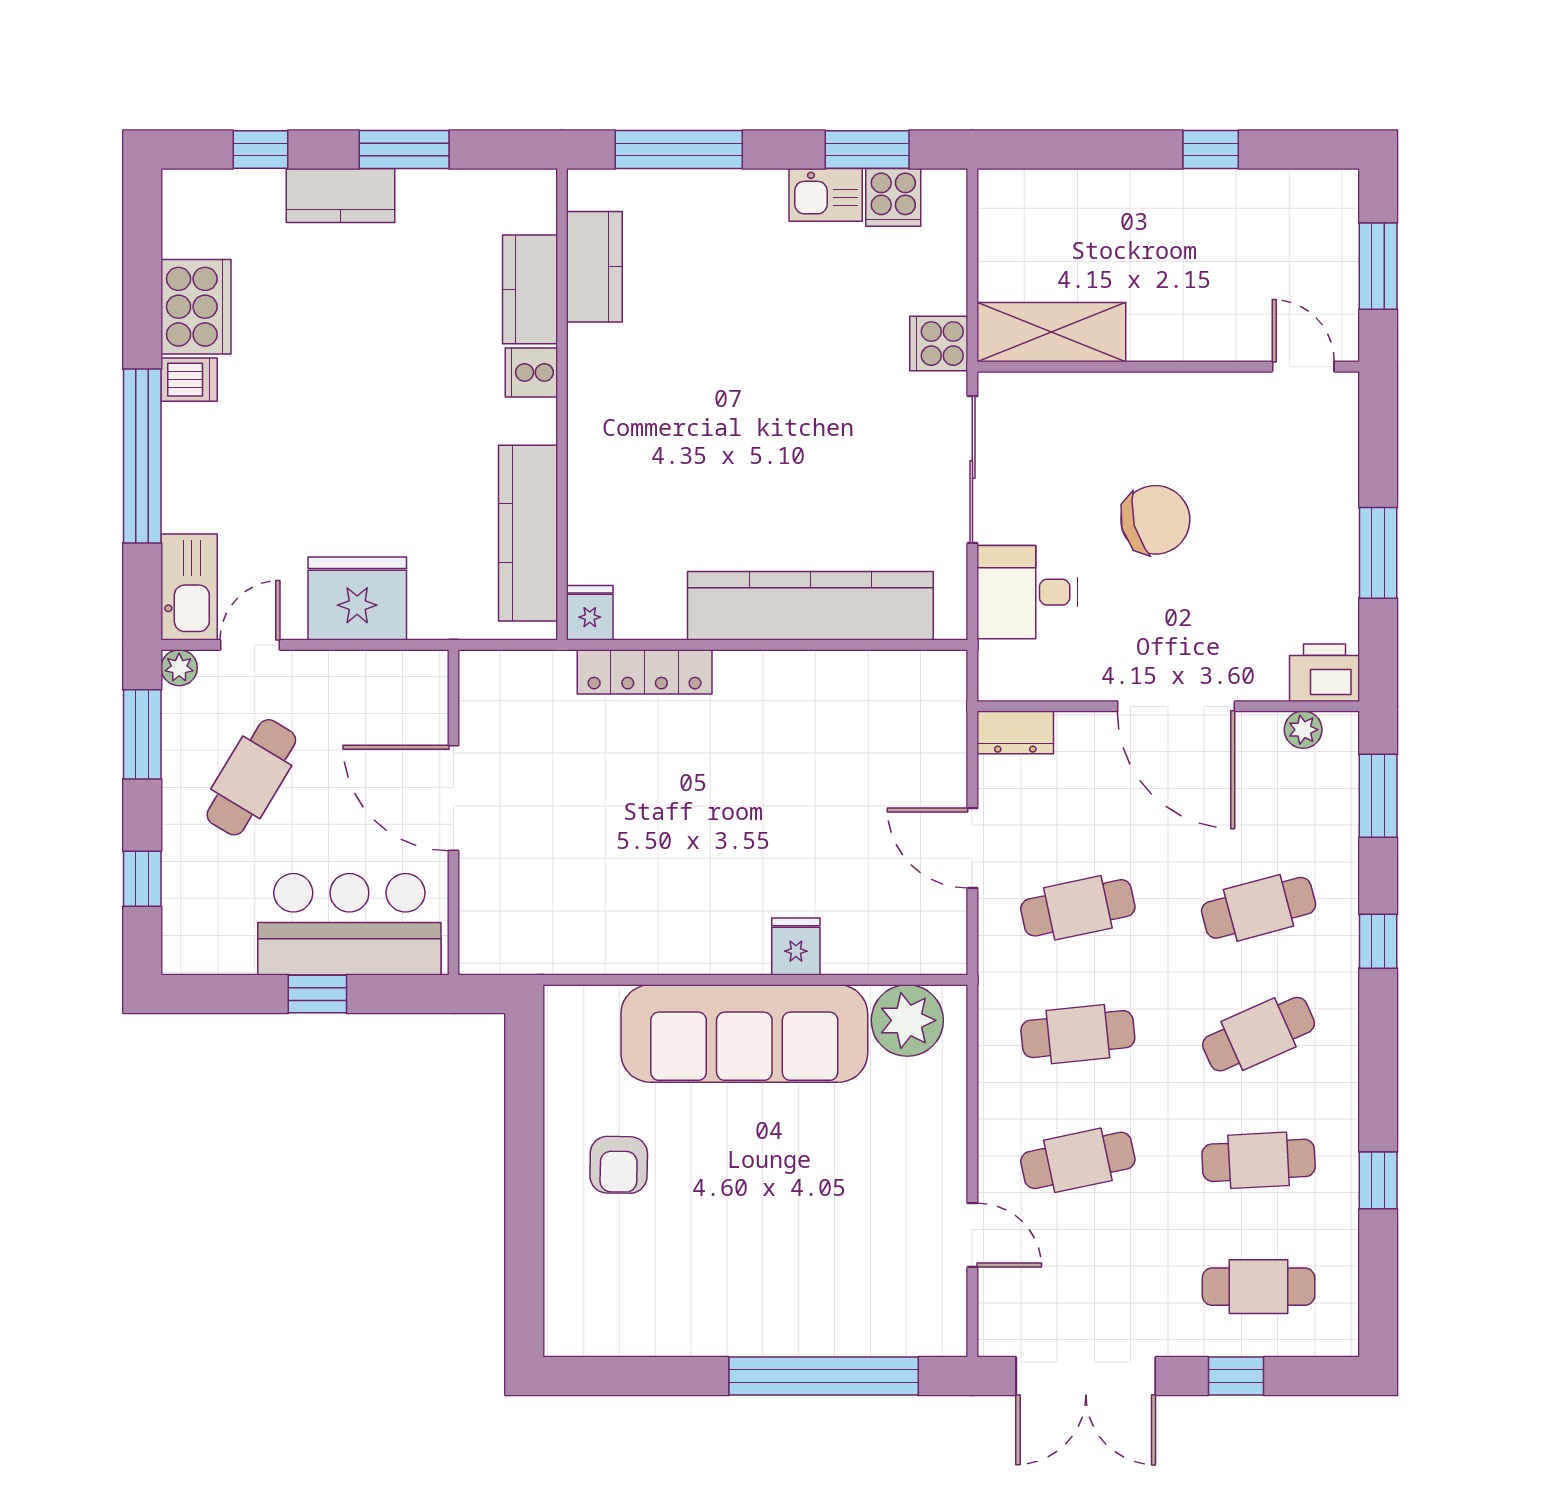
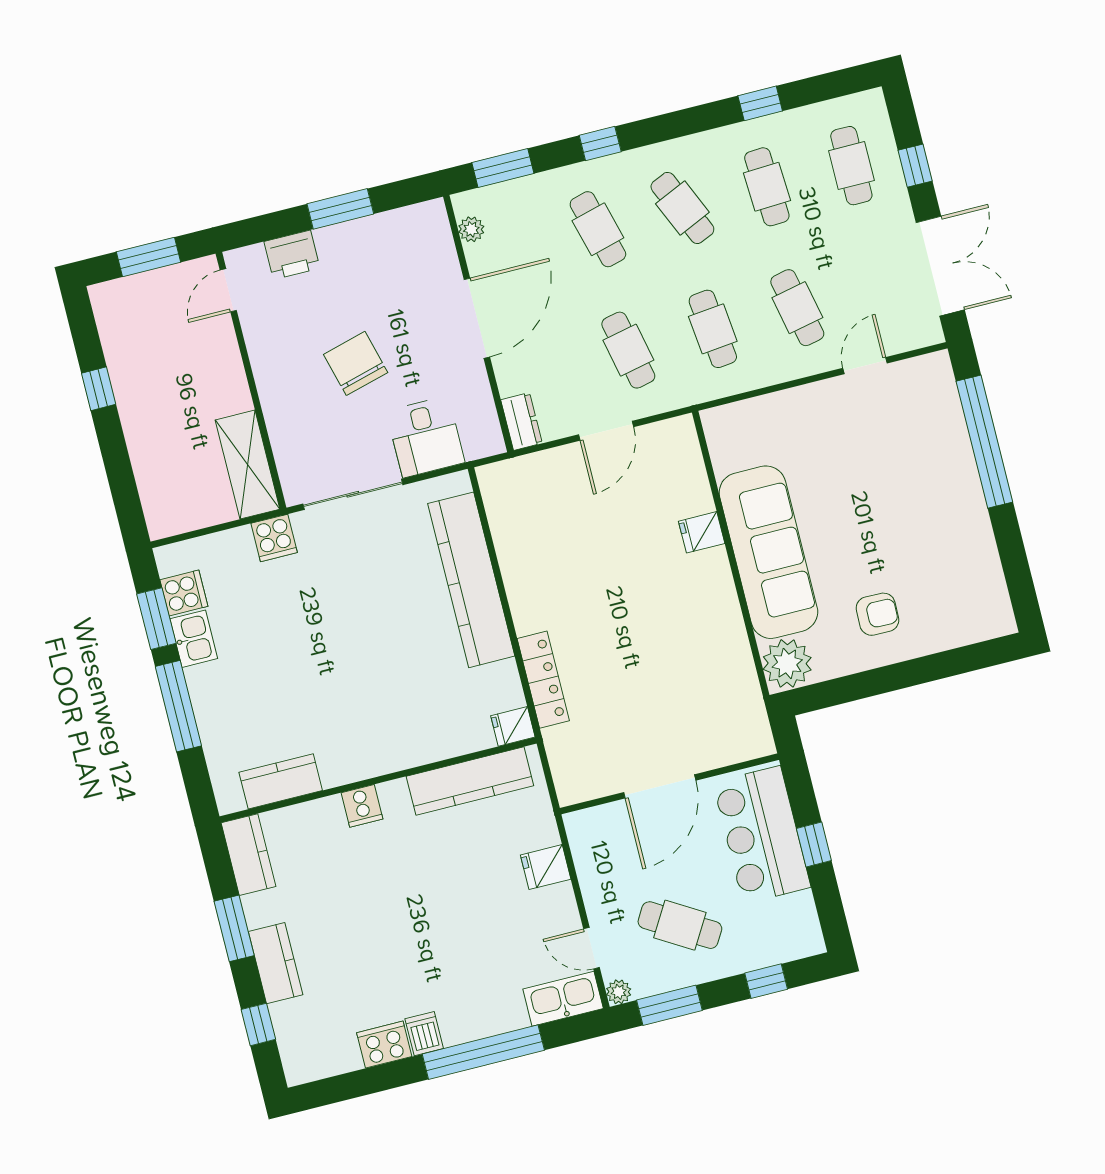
window: (679, 150) -> (178, 706), moved
kitchen counter: (530, 289) -> (248, 855), moved, turned -90
cooker: (196, 307) -> (384, 1045), width x0.73, depth x0.76
fridge: (357, 599) -> (546, 867), width x0.53, depth x0.75
printer: (1324, 673) -> (292, 255), moved, turned -90
plant: (907, 1020) -> (787, 663), moved

